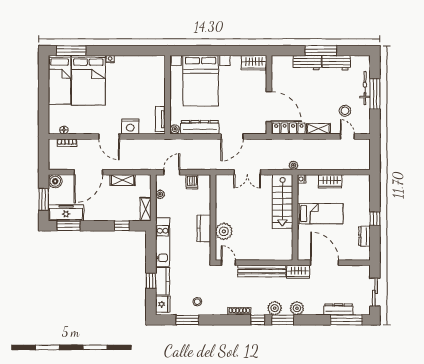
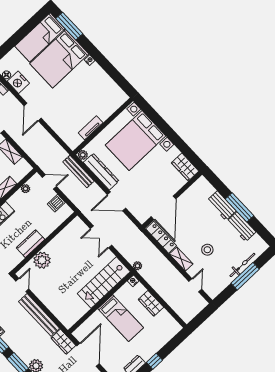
stool: (345, 111) -> (207, 250), moved
tv unit: (160, 119) -> (91, 128), moved
nightstand: (130, 126) -> (18, 82), moved
bench: (184, 144) -> (78, 172), added
plant: (275, 308) -> (21, 350), removed

